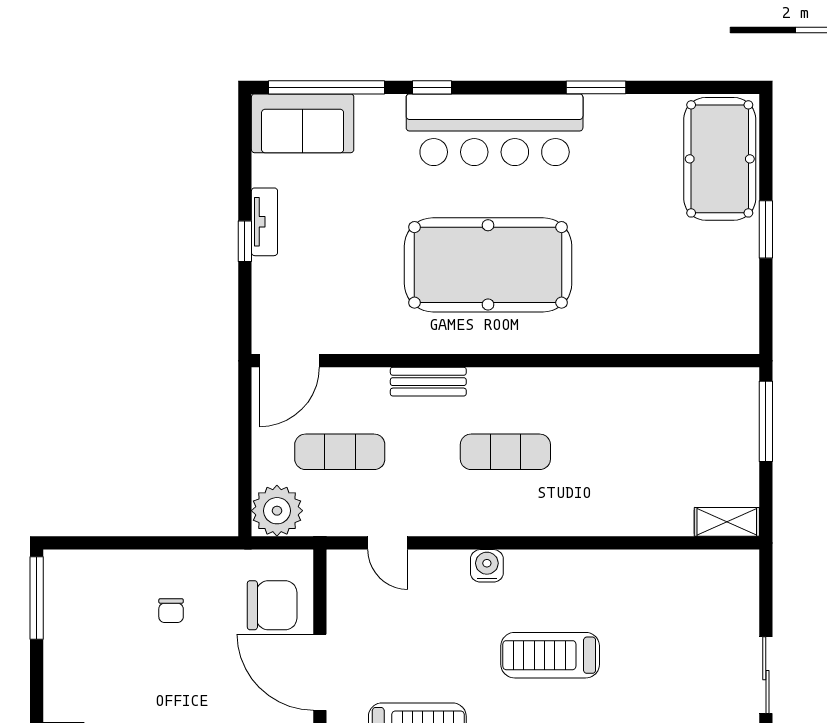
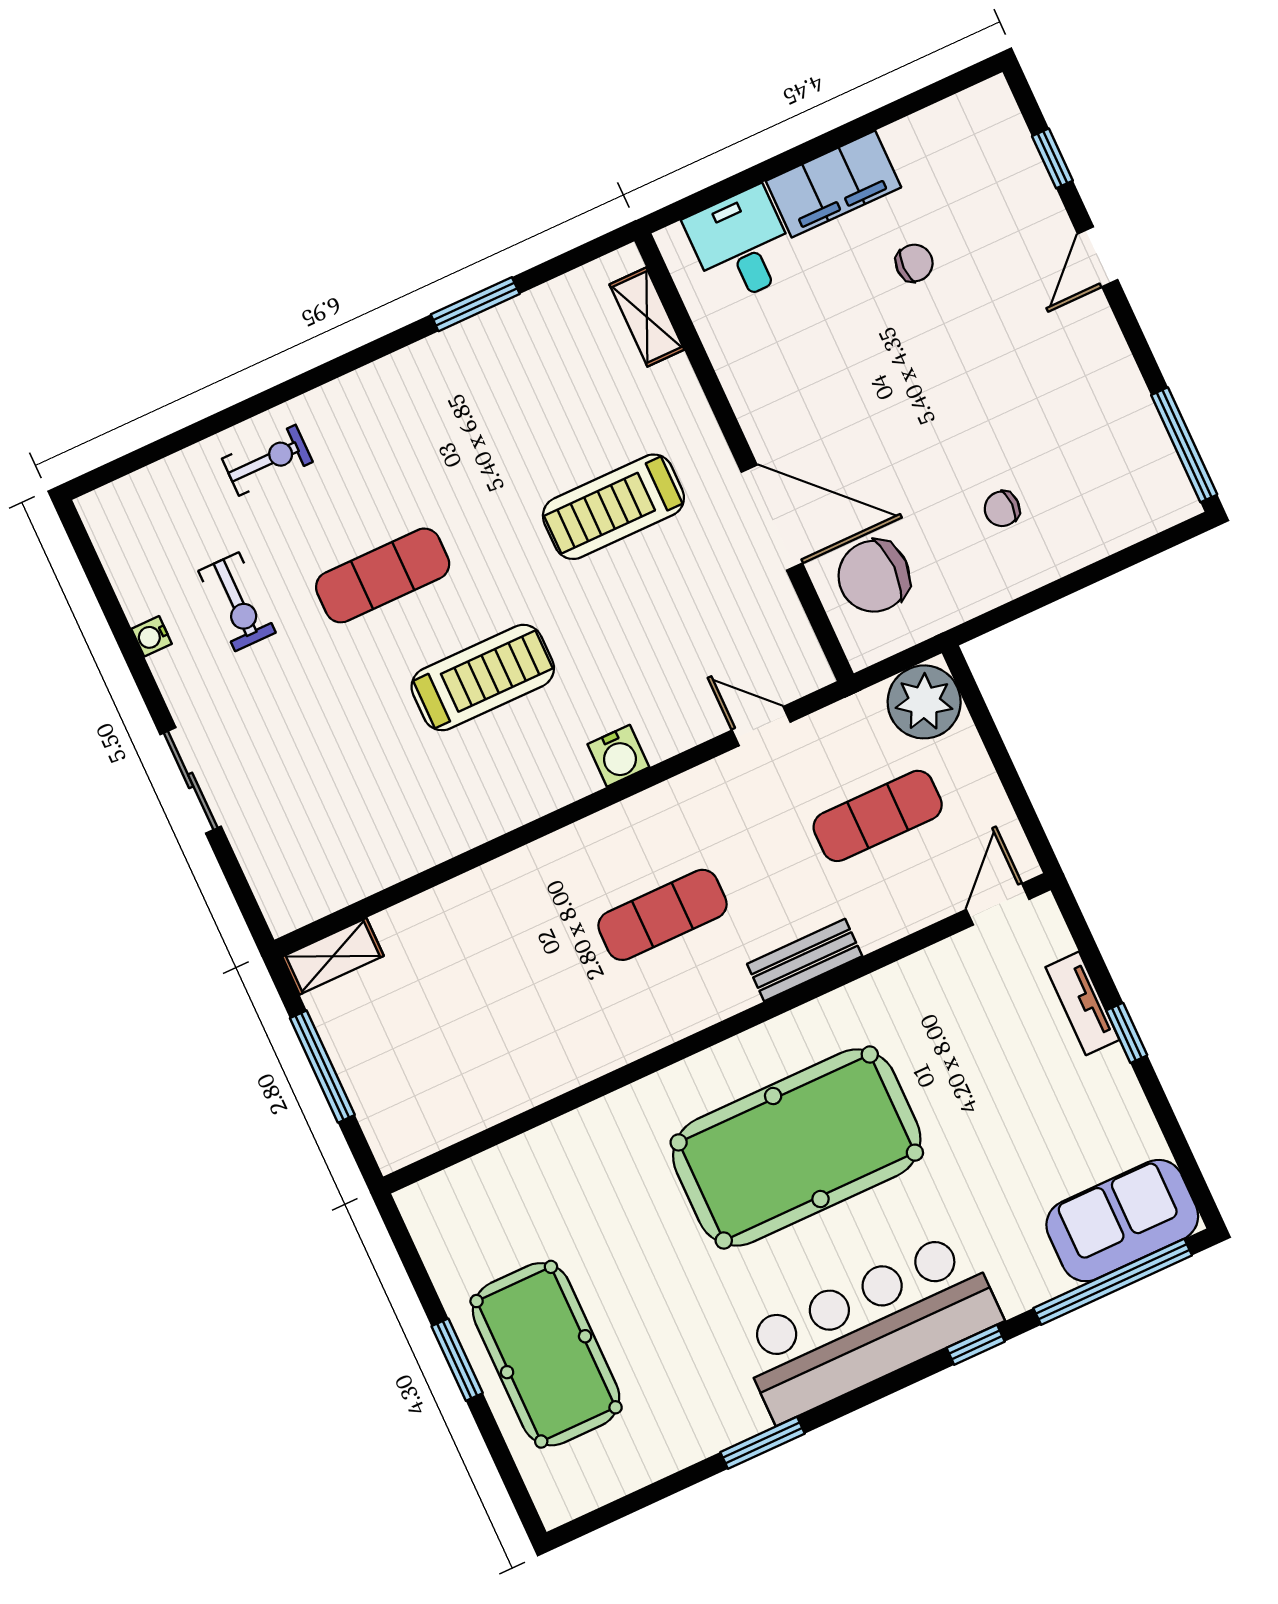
pool table: (720, 159) -> (546, 1354), moved
tv unit: (264, 222) -> (1082, 1003), moved
door: (289, 361) -> (998, 904), width x0.73
window: (766, 421) -> (322, 1067), moved
chair: (171, 611) -> (1002, 509), turned -90

